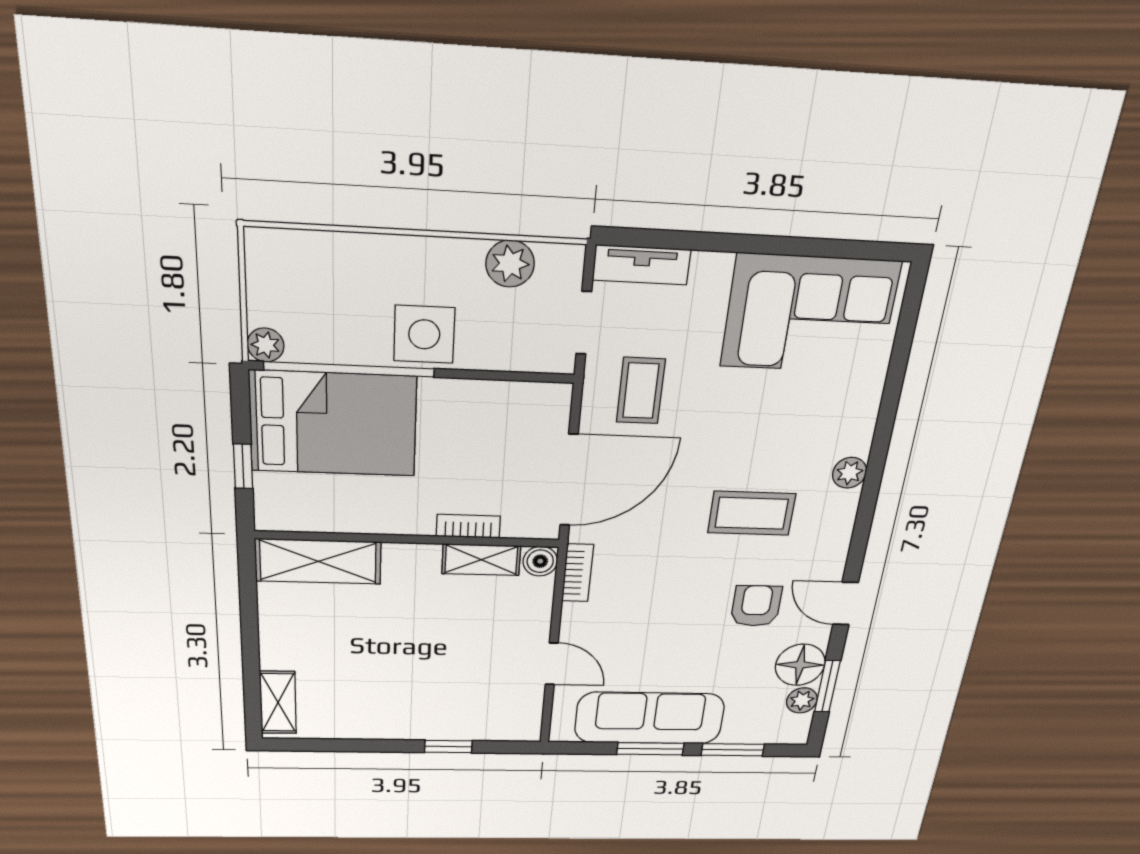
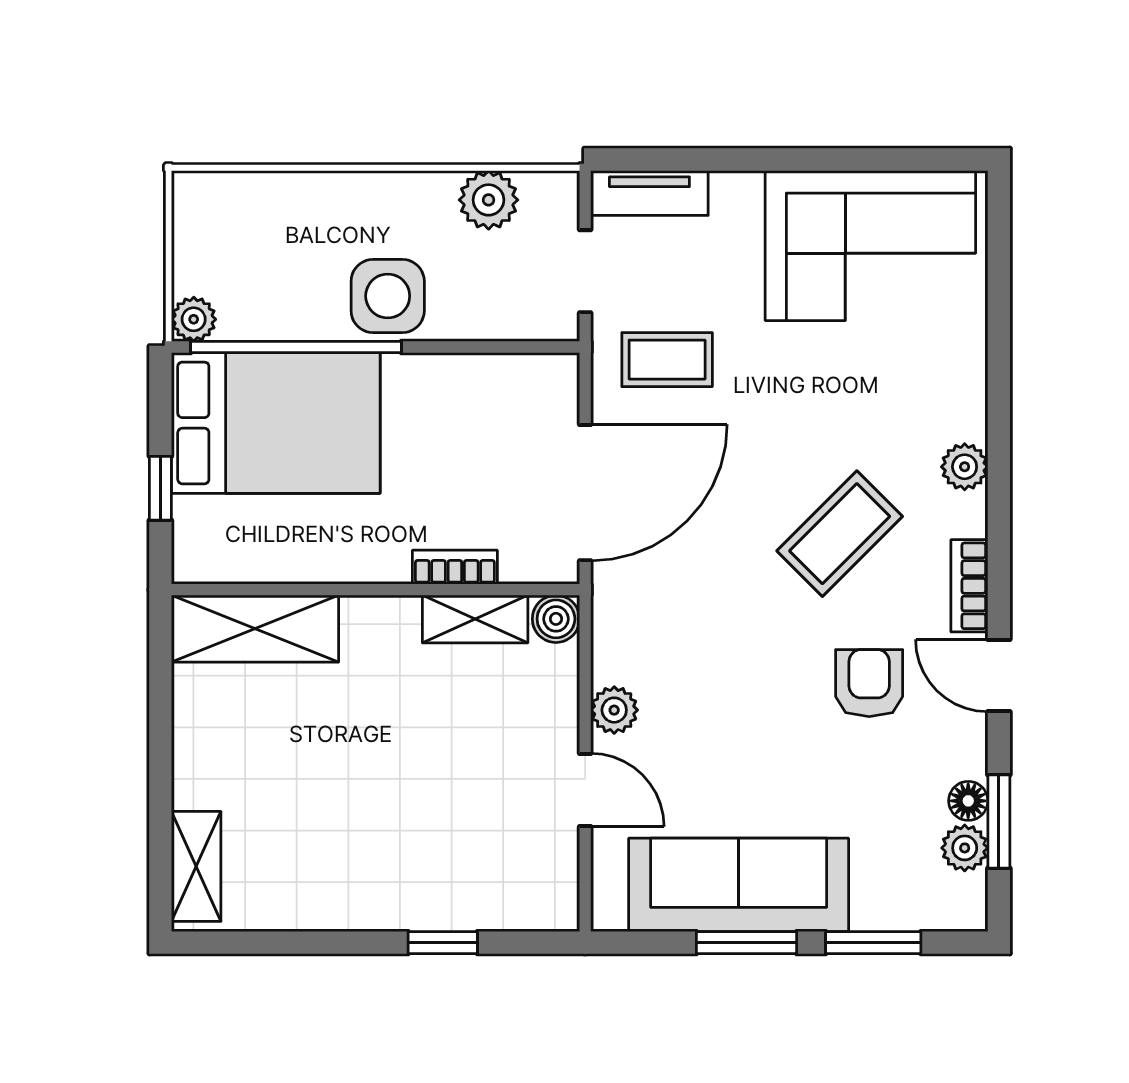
coffee table: (641, 391) -> (667, 360), turned 90
coffee table: (752, 513) -> (840, 534), turned -45
bookcase: (578, 573) -> (969, 586), moved, turned 180
plant: (577, 618) -> (614, 710), added
floor lamp: (800, 665) -> (968, 801), width x0.53, depth x0.53

